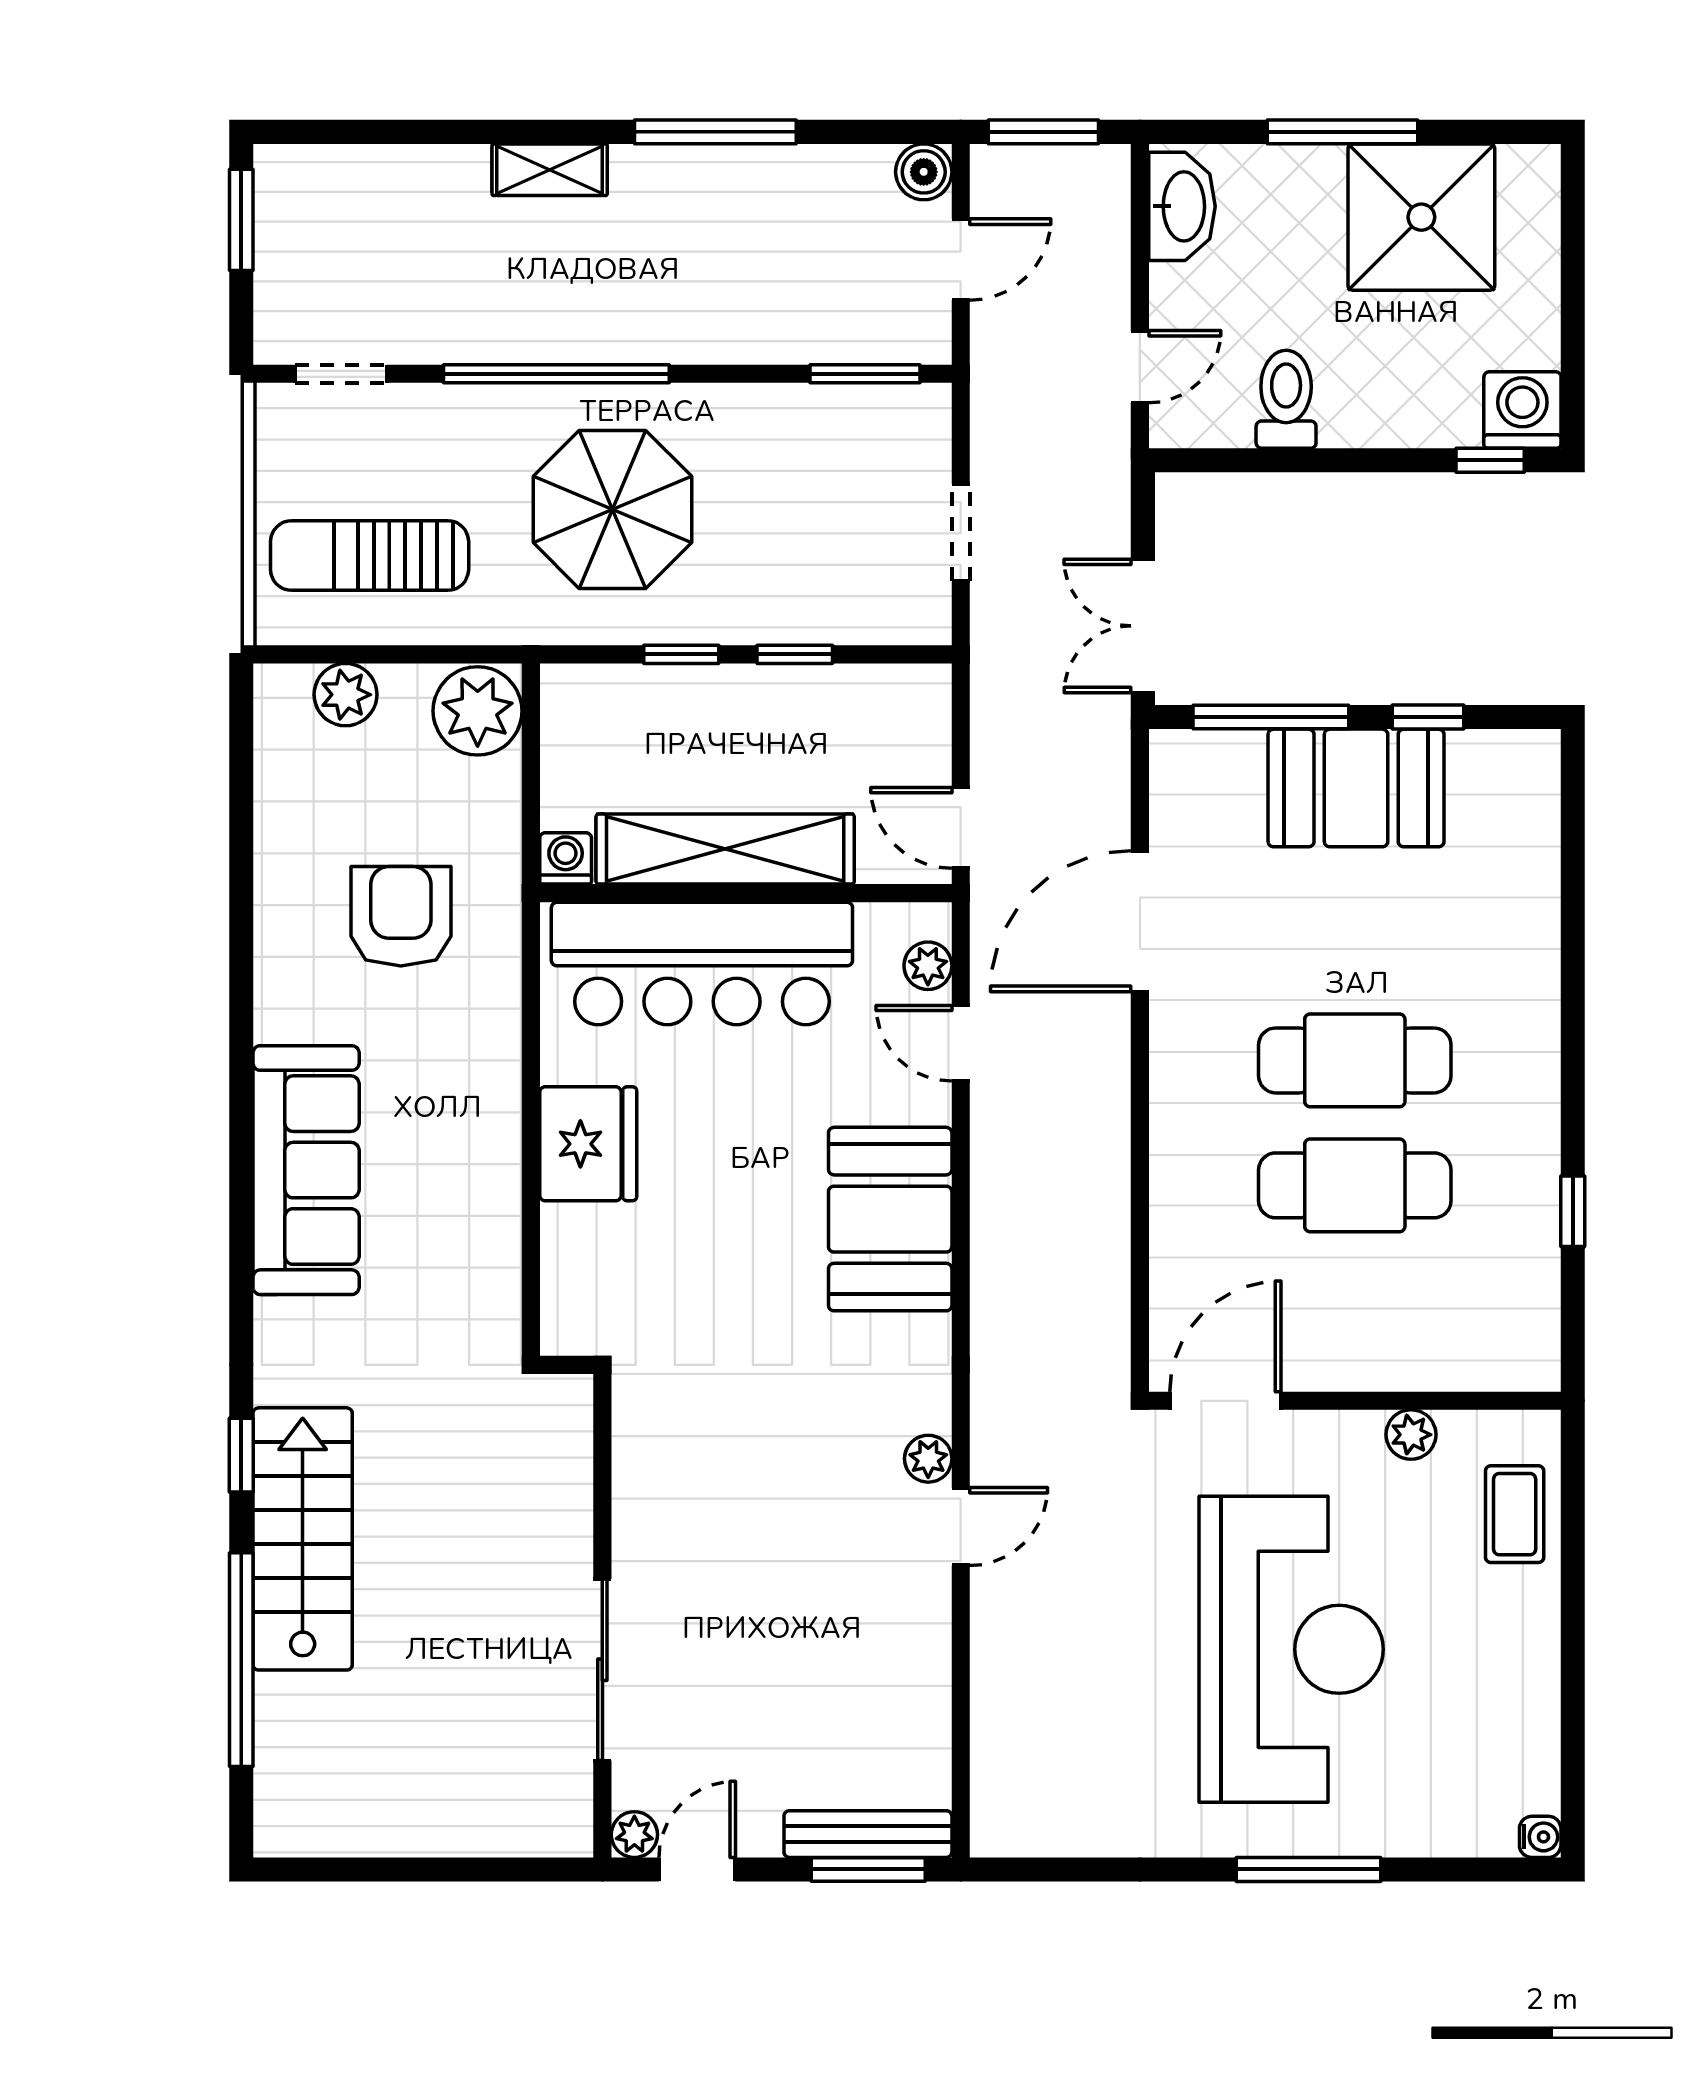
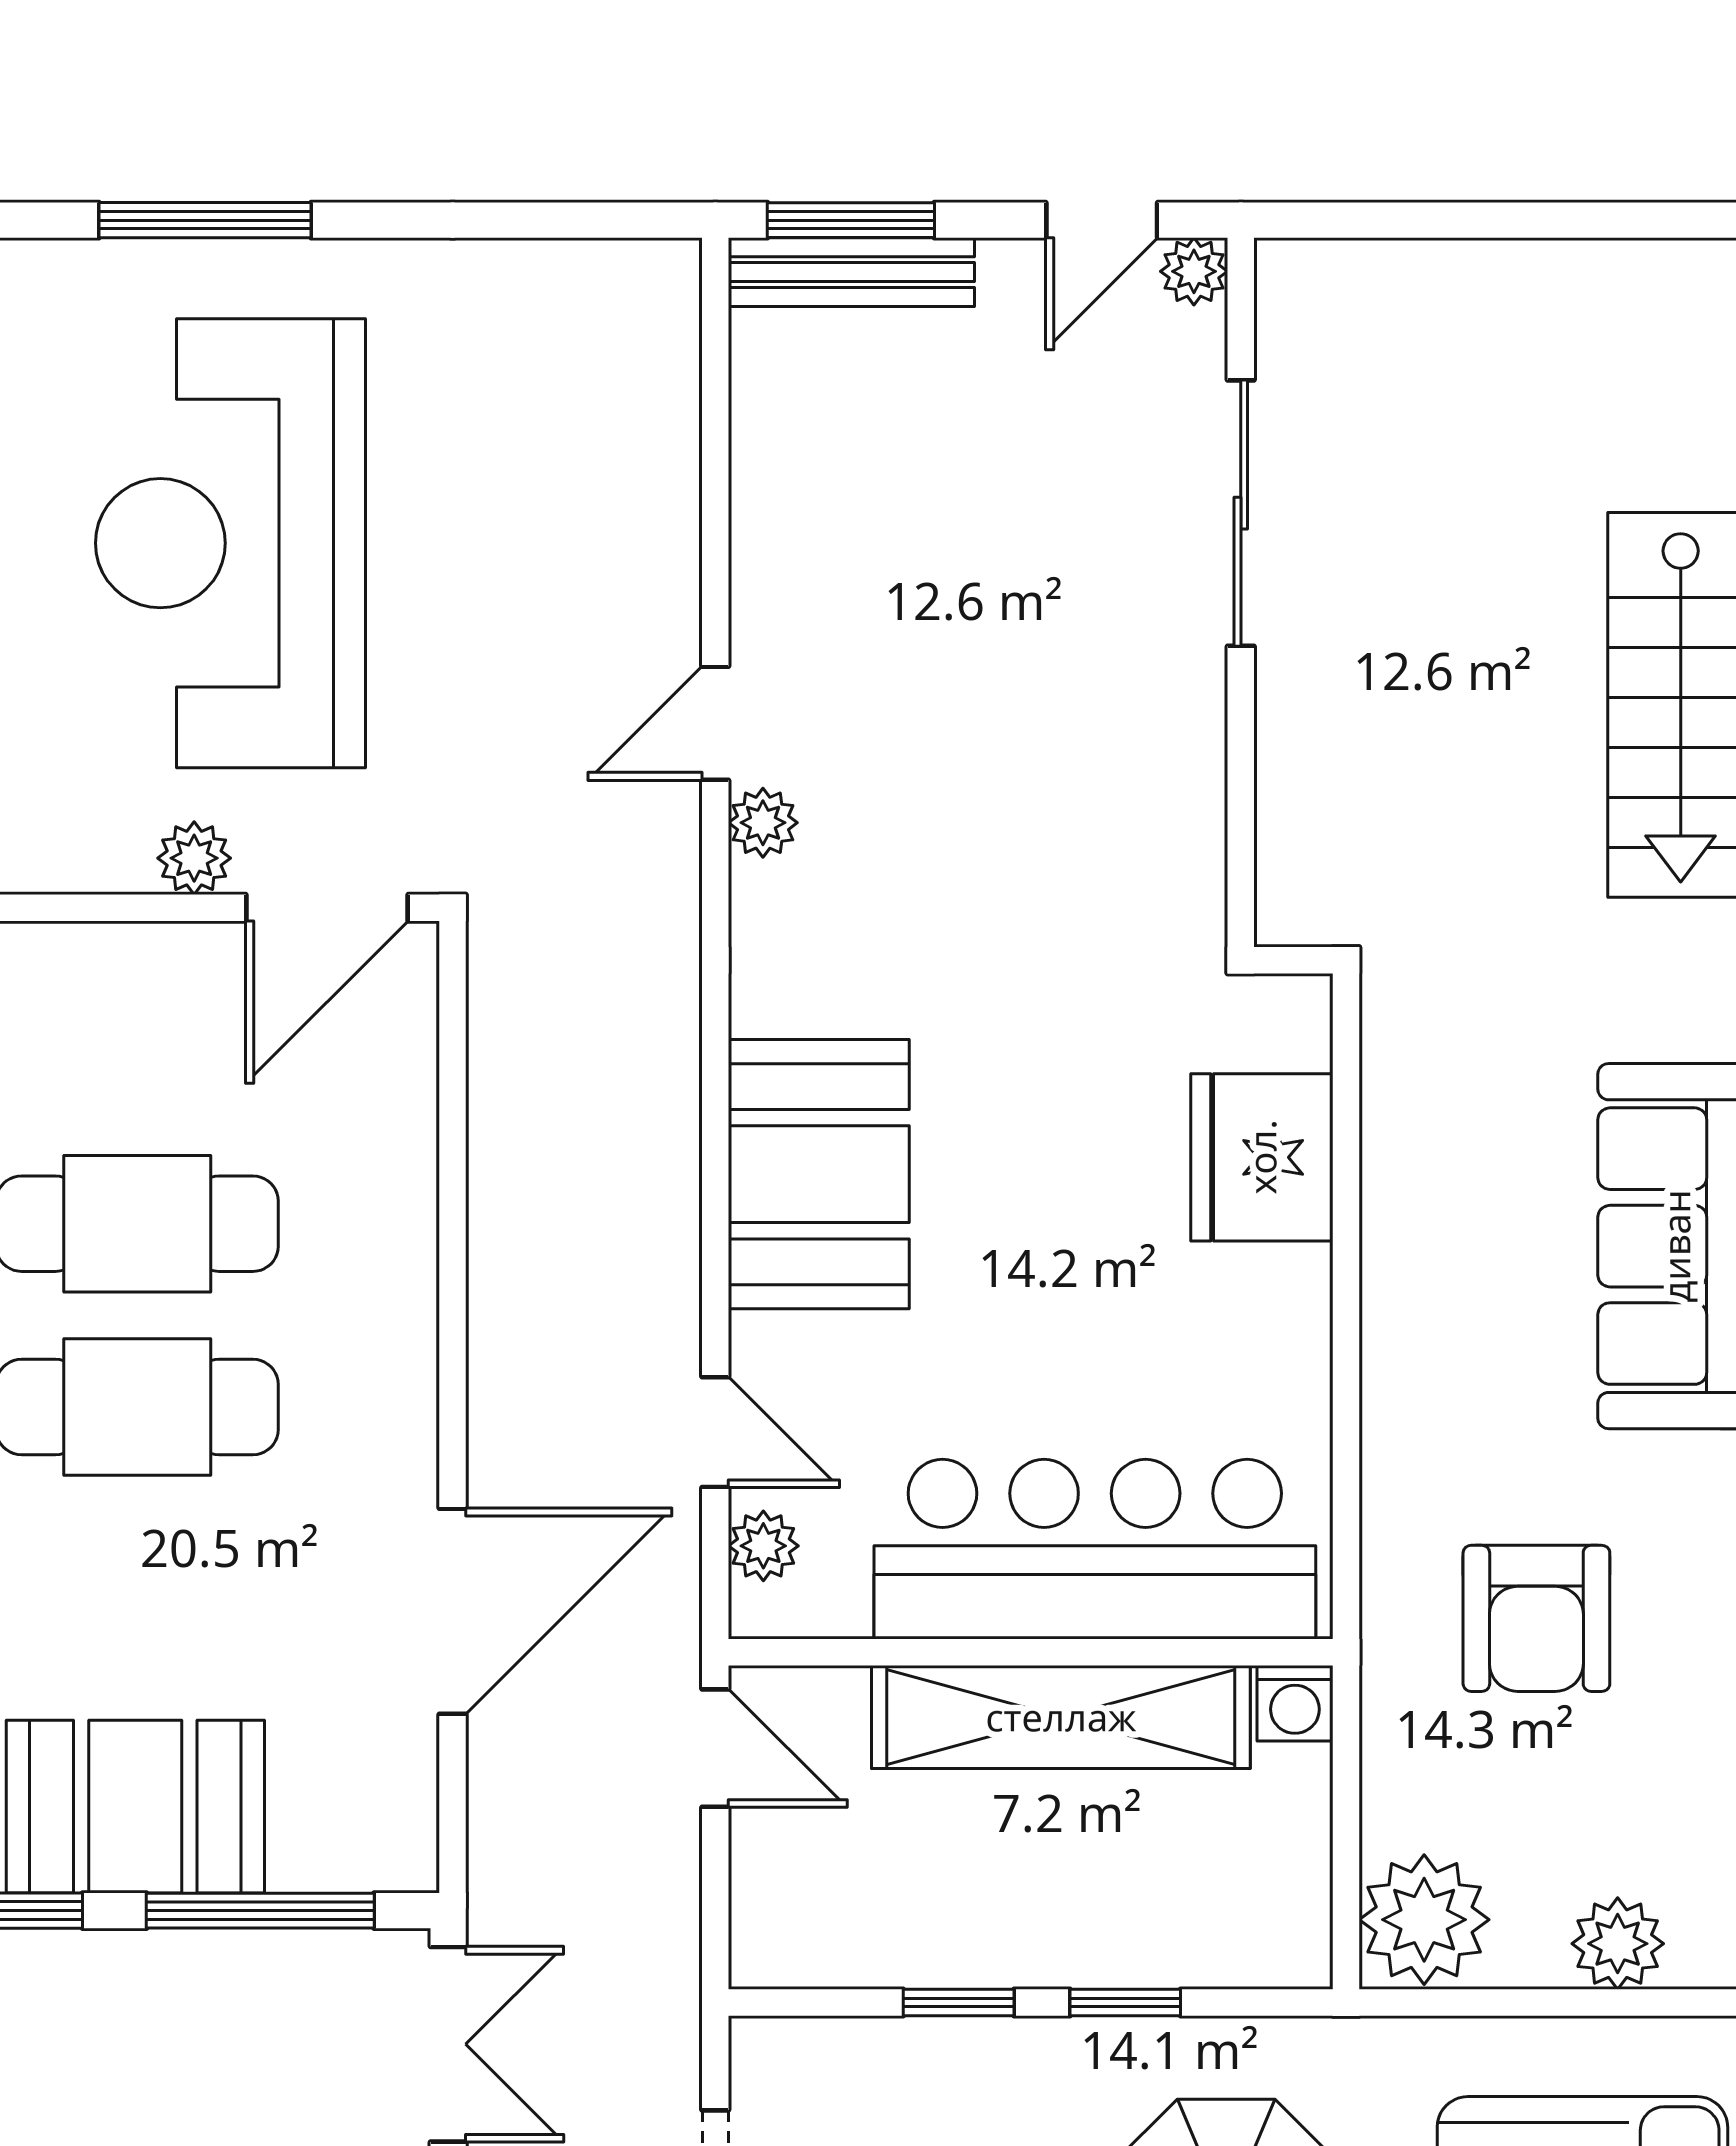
fridge: (588, 1144) -> (1262, 1157), moved
plant: (1411, 1435) -> (194, 858), moved

